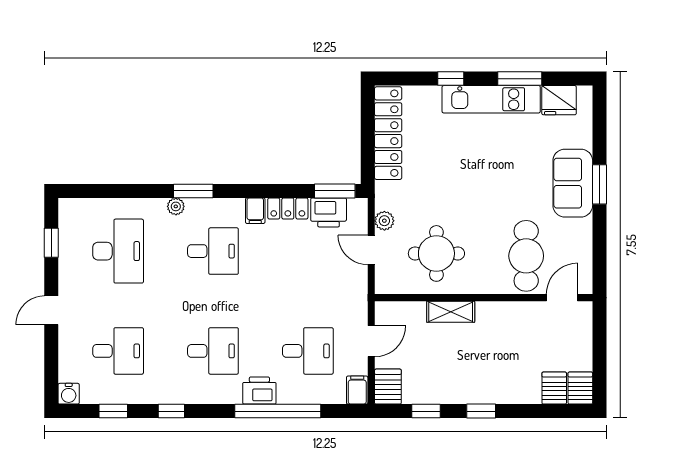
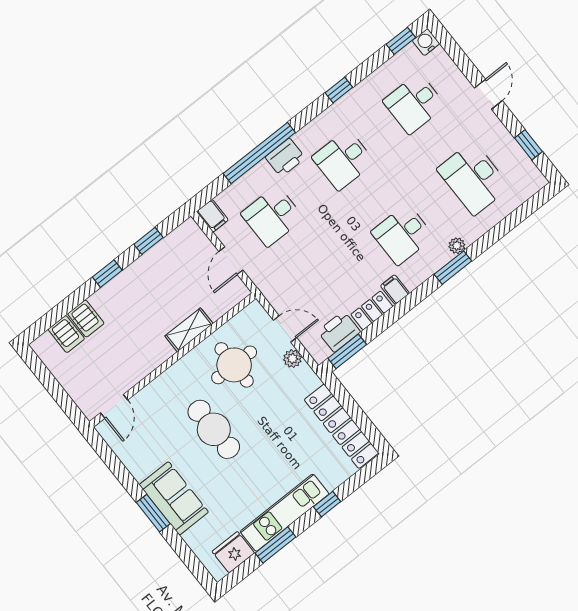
cafe table: (526, 256) -> (214, 429), moved
server rack: (388, 387) -> (191, 237), removed
server rack: (580, 388) -> (86, 319), moved
window: (113, 411) -> (401, 41), moved

